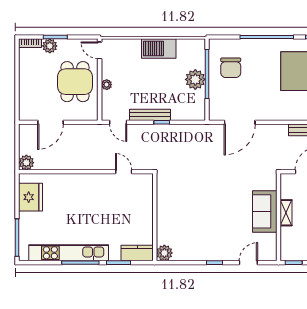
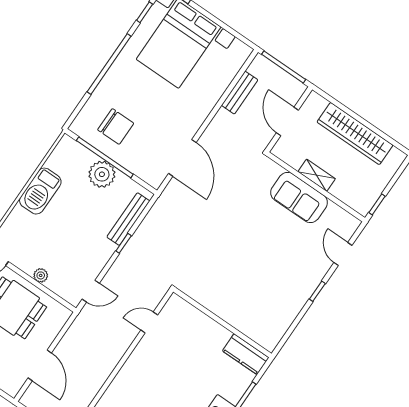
bench: (150, 115) -> (128, 219), moved
kitchen counter: (137, 253) -> (246, 354), moved, turned -90
plant: (164, 253) -> (269, 339), removed

